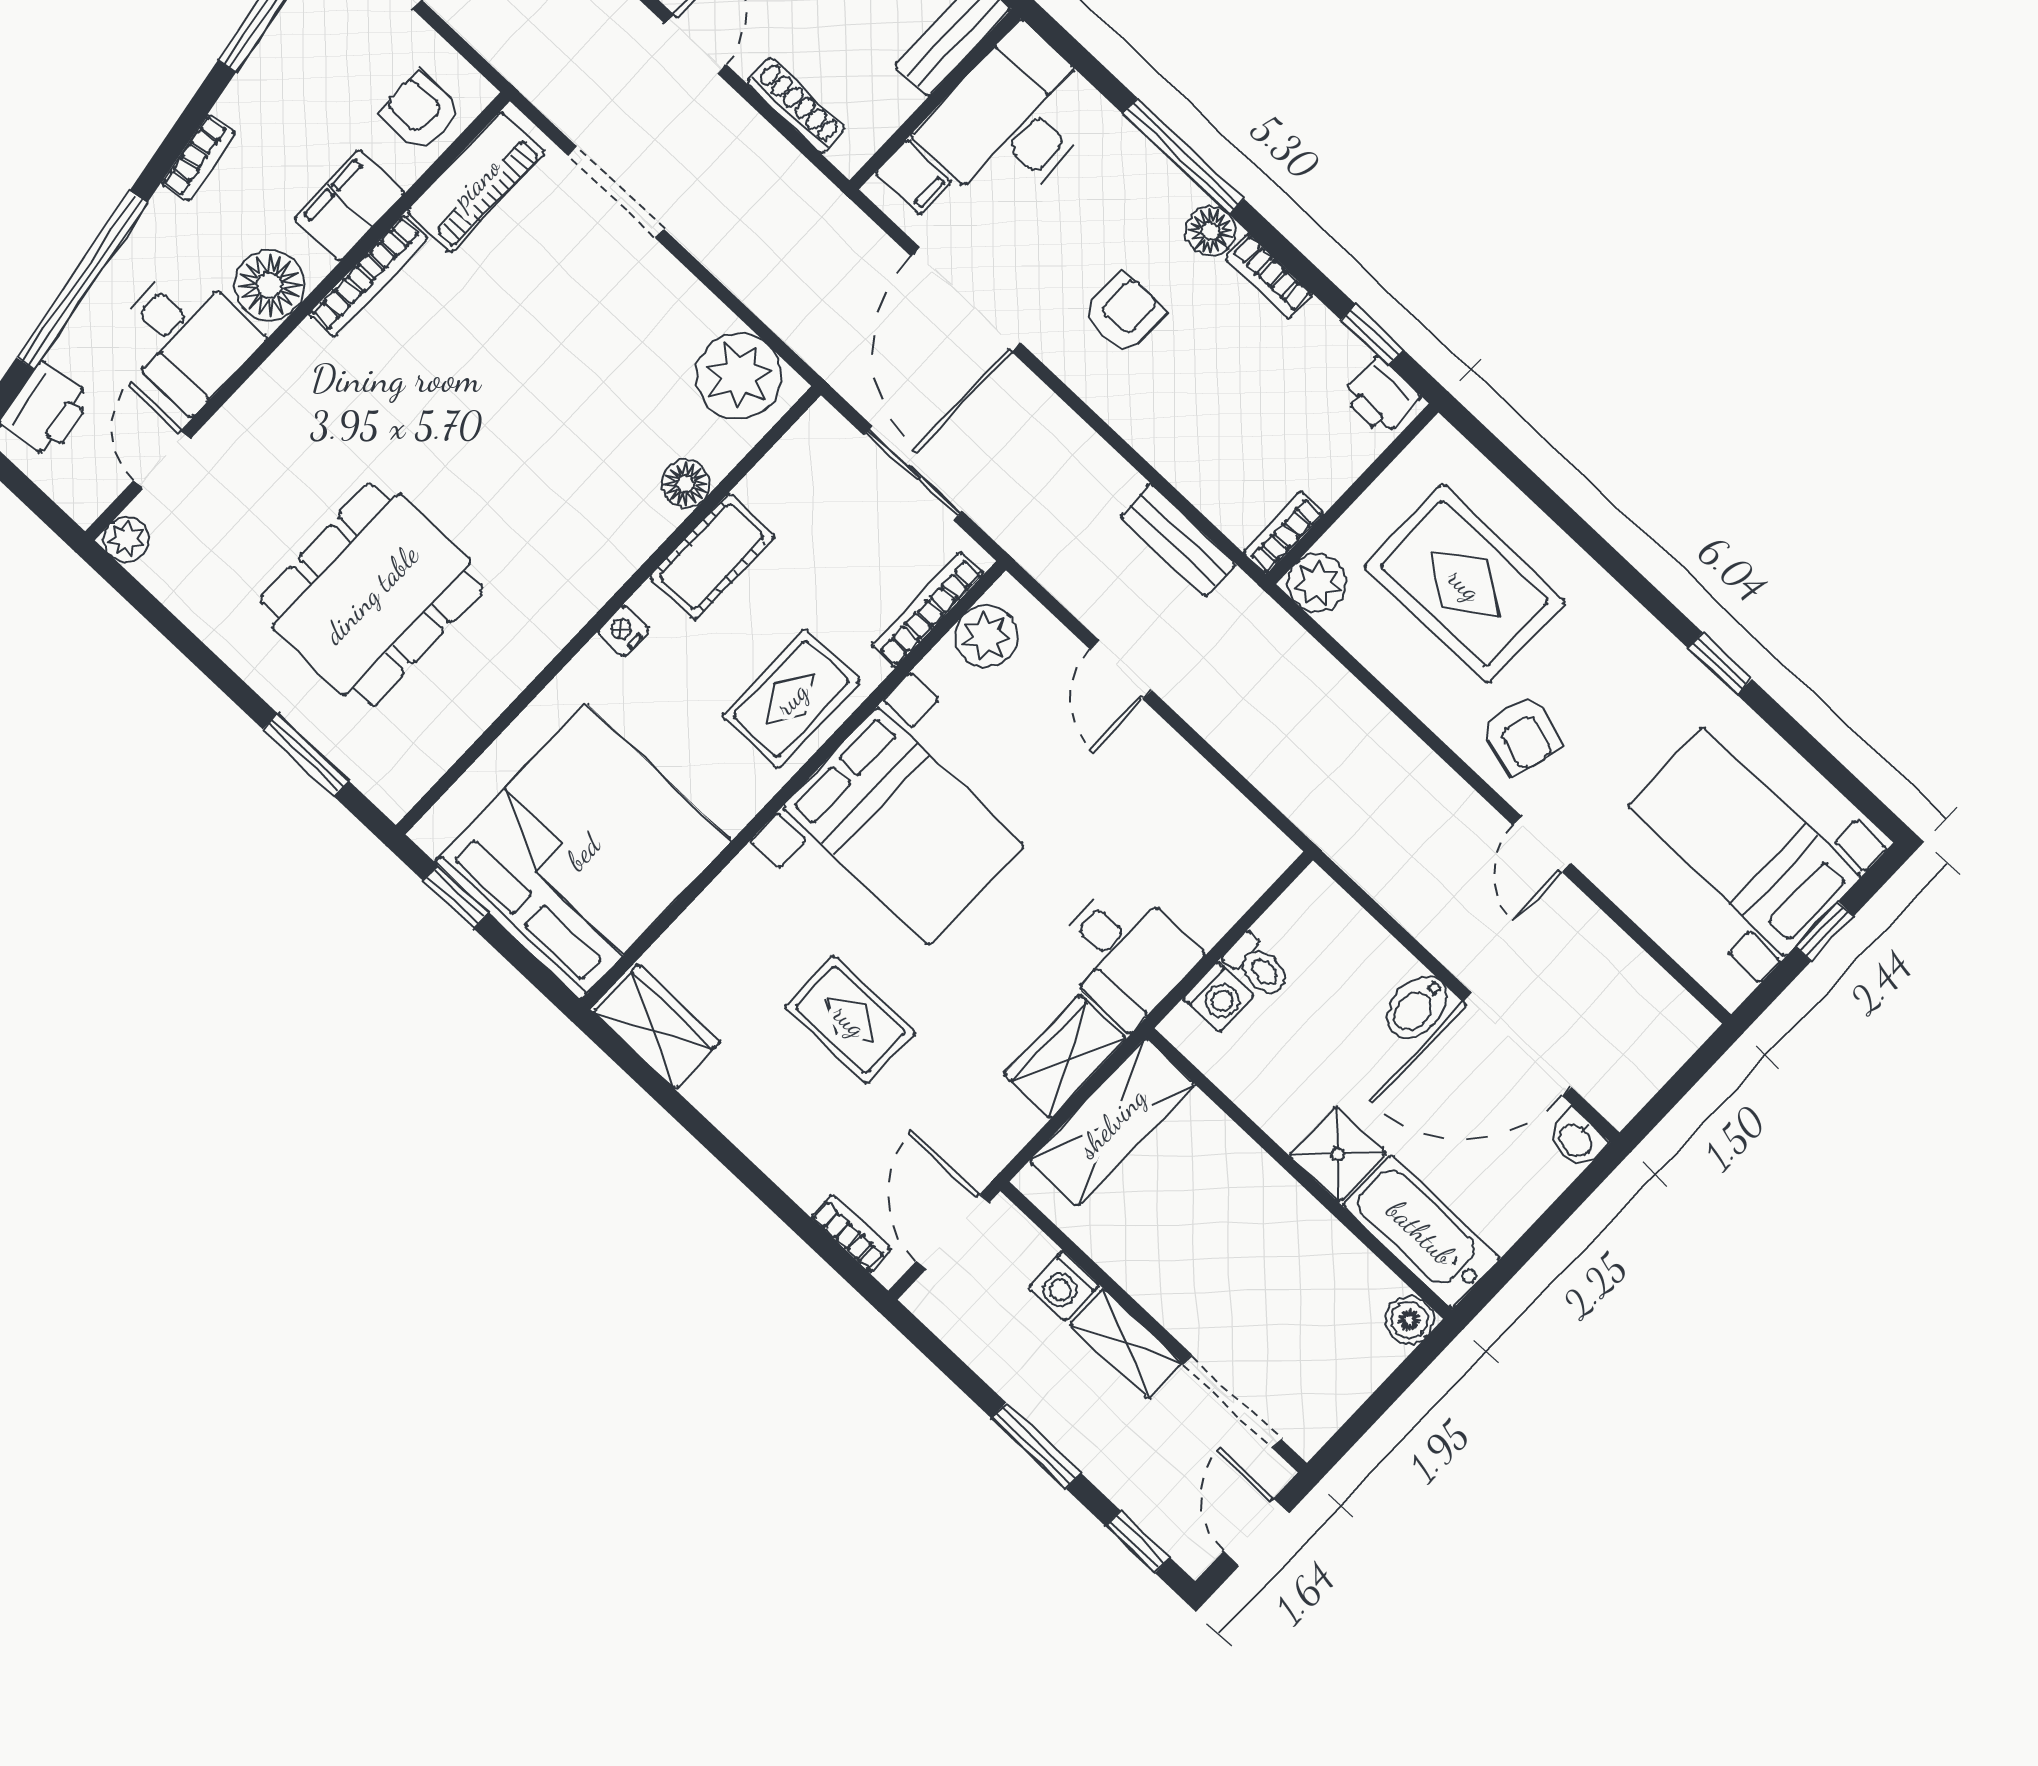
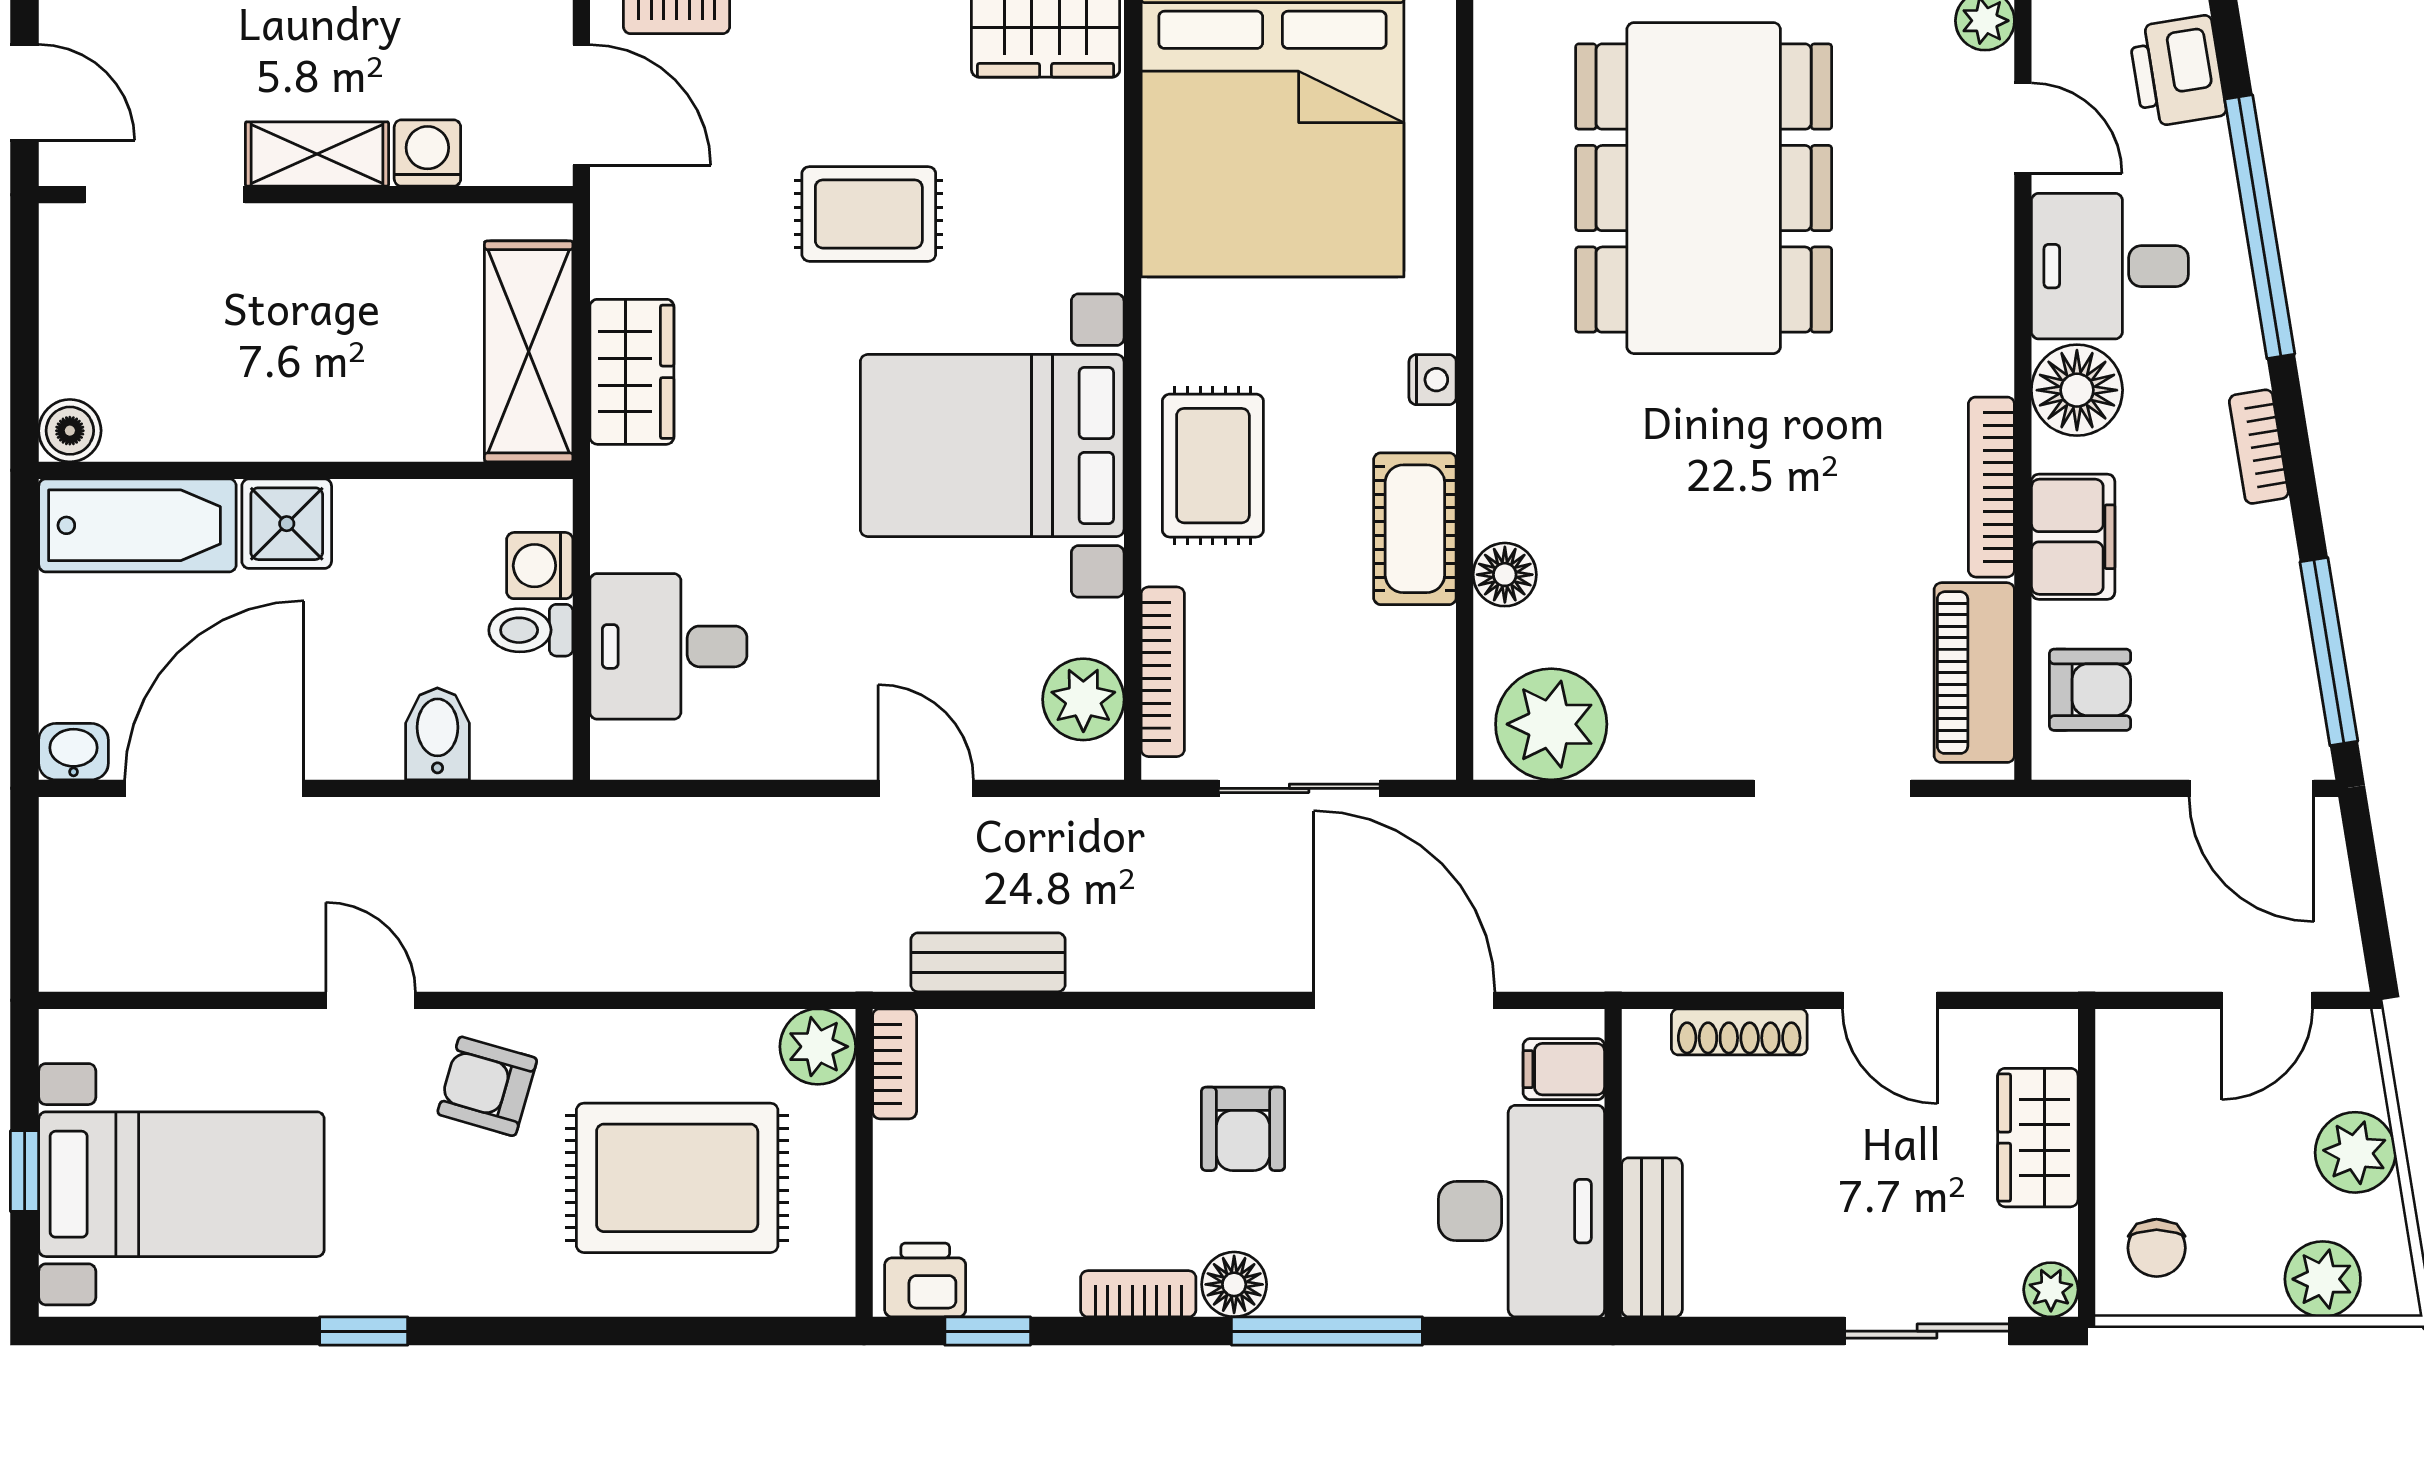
dining table: (371, 594) -> (1704, 188), width x1.36, depth x1.24
desk: (1124, 953) -> (668, 646), moved
bidet: (1417, 1007) -> (437, 734), moved

